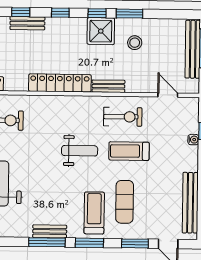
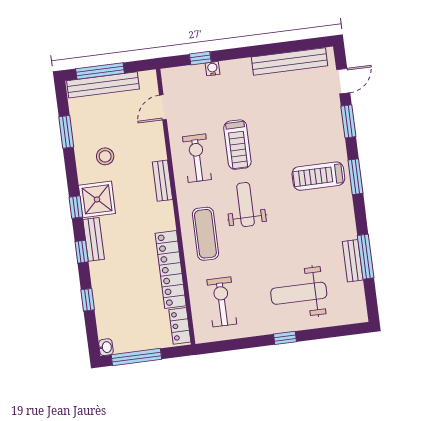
window: (129, 14) -> (66, 132), moved
bench: (27, 23) -> (94, 239), moved
locker: (60, 83) -> (171, 270), moved
exercise mat: (125, 202) -> (205, 234), moved, turned 90
bench: (50, 231) -> (353, 261), moved
window: (47, 242) -> (366, 257), moved

